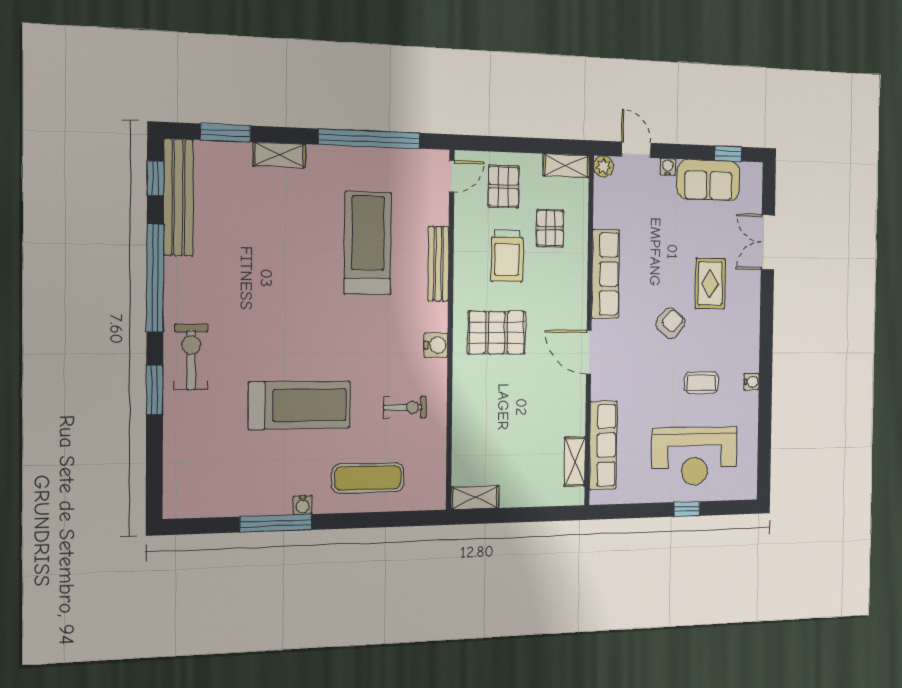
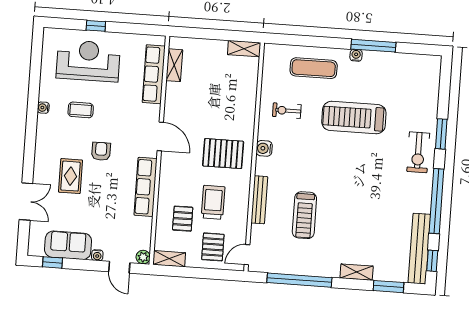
treadmill: (368, 243) -> (304, 215), width x0.73, depth x0.73
armchair: (670, 323) -> (101, 151), turned 139

